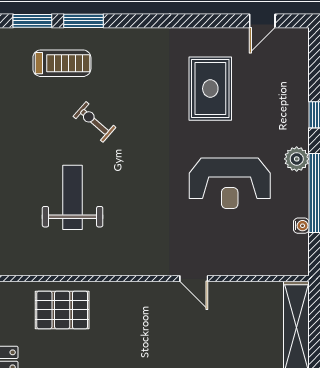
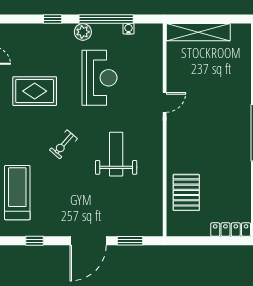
treadmill: (62, 63) -> (17, 193), width x1.37, depth x1.38
exercise bike: (94, 122) -> (63, 144), moved
weight bench: (73, 197) -> (116, 154), moved, turned 90

